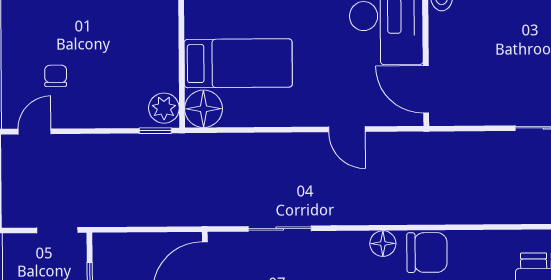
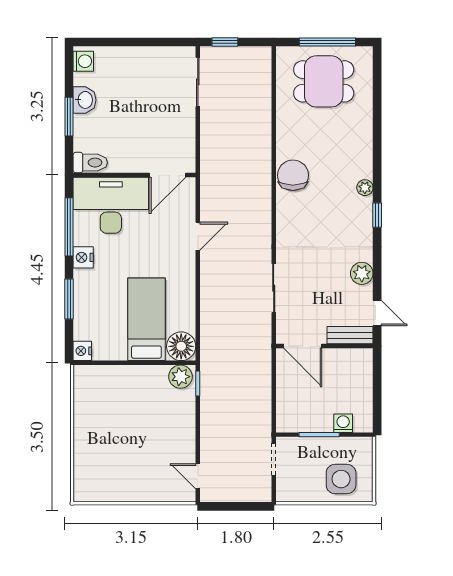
chair: (56, 76) -> (155, 460), removed
floor lamp: (383, 244) -> (286, 209), removed

